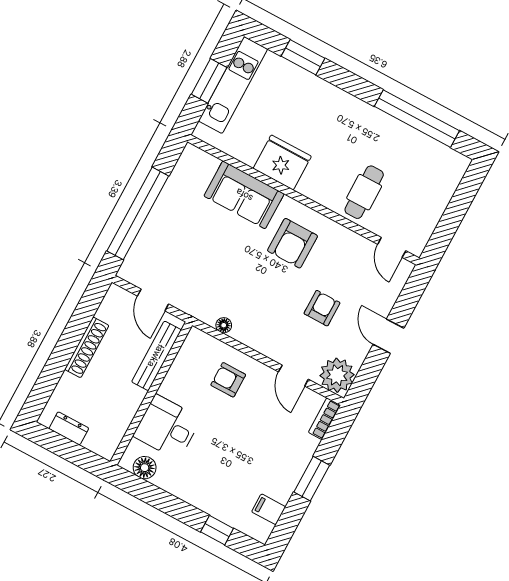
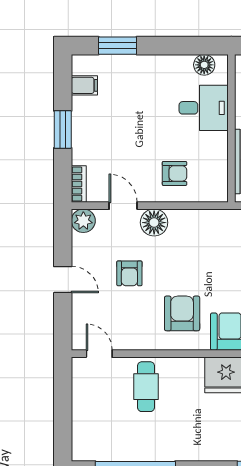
floor lamp: (224, 325) -> (154, 223), moved, width x1.89, depth x1.89
plant: (337, 375) -> (83, 221), width x0.73, depth x0.73
window: (217, 530) -> (118, 46), width x1.50

